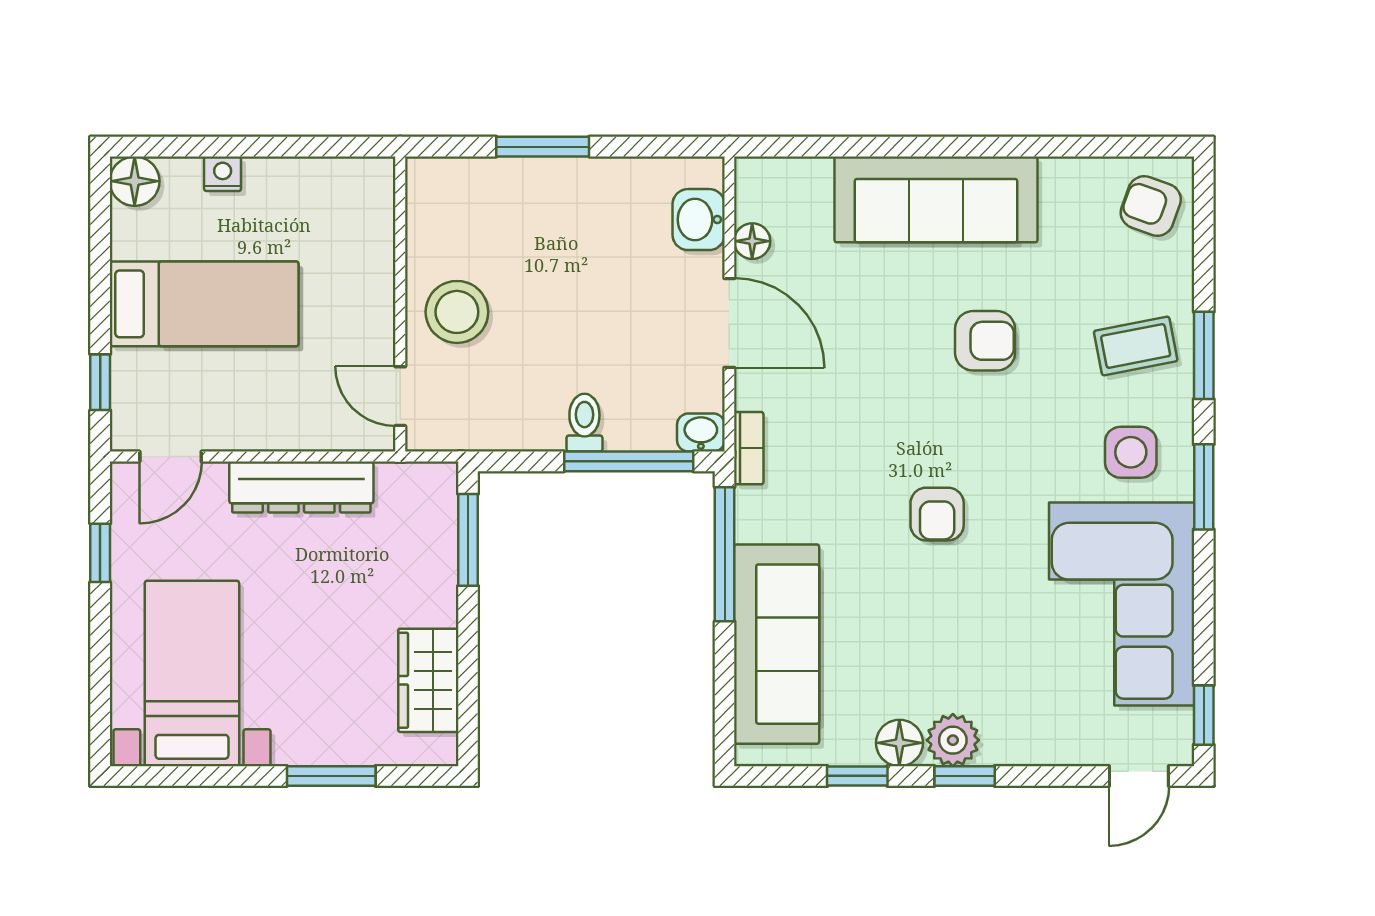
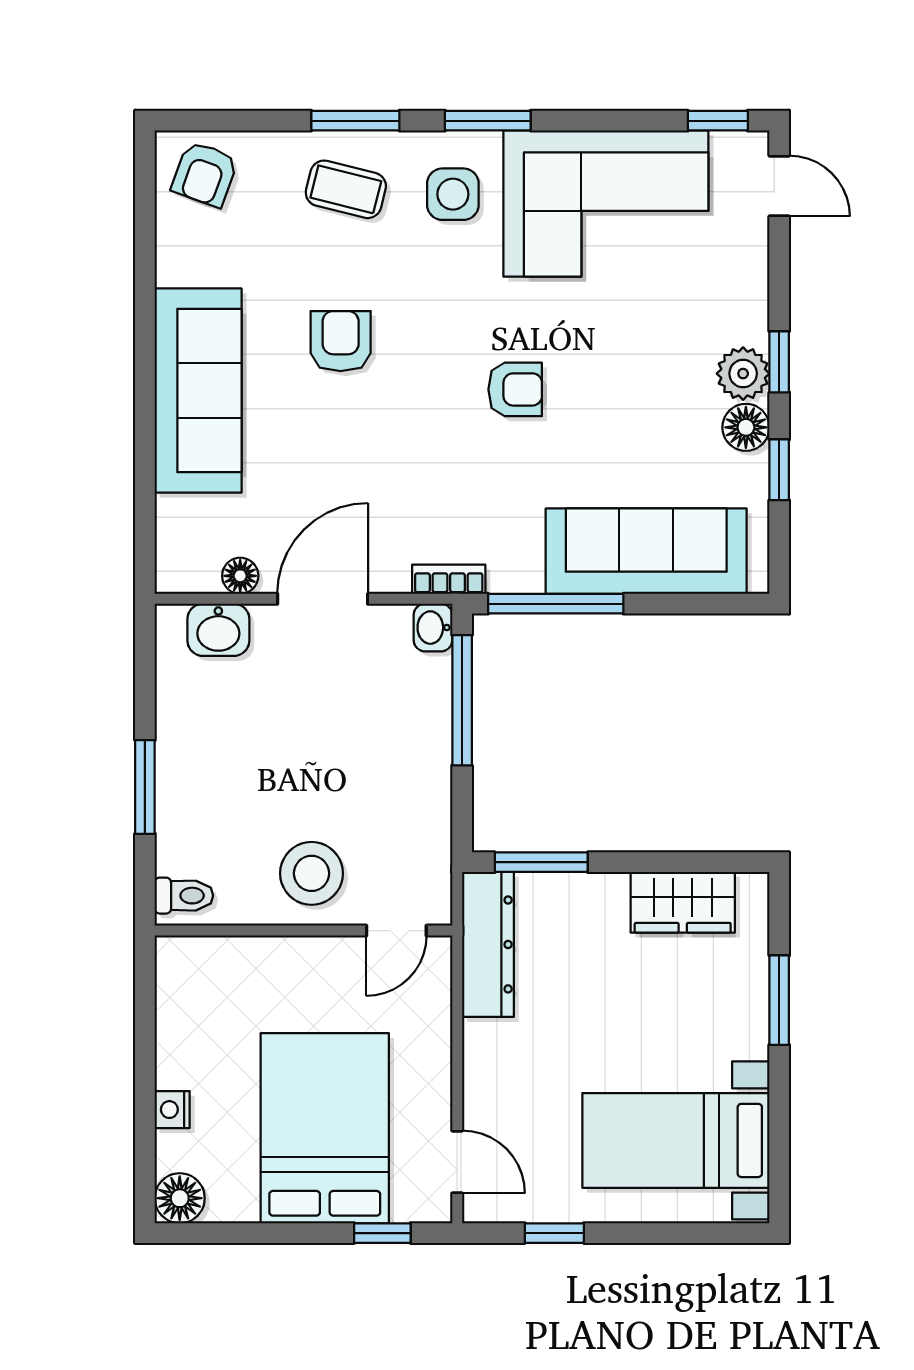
bed: (204, 304) -> (325, 1128), width x1.50
coffee table: (1136, 346) -> (346, 189), turned -65
toilet: (584, 423) -> (184, 896), moved, turned 180
dresser: (301, 487) -> (488, 944), moved

